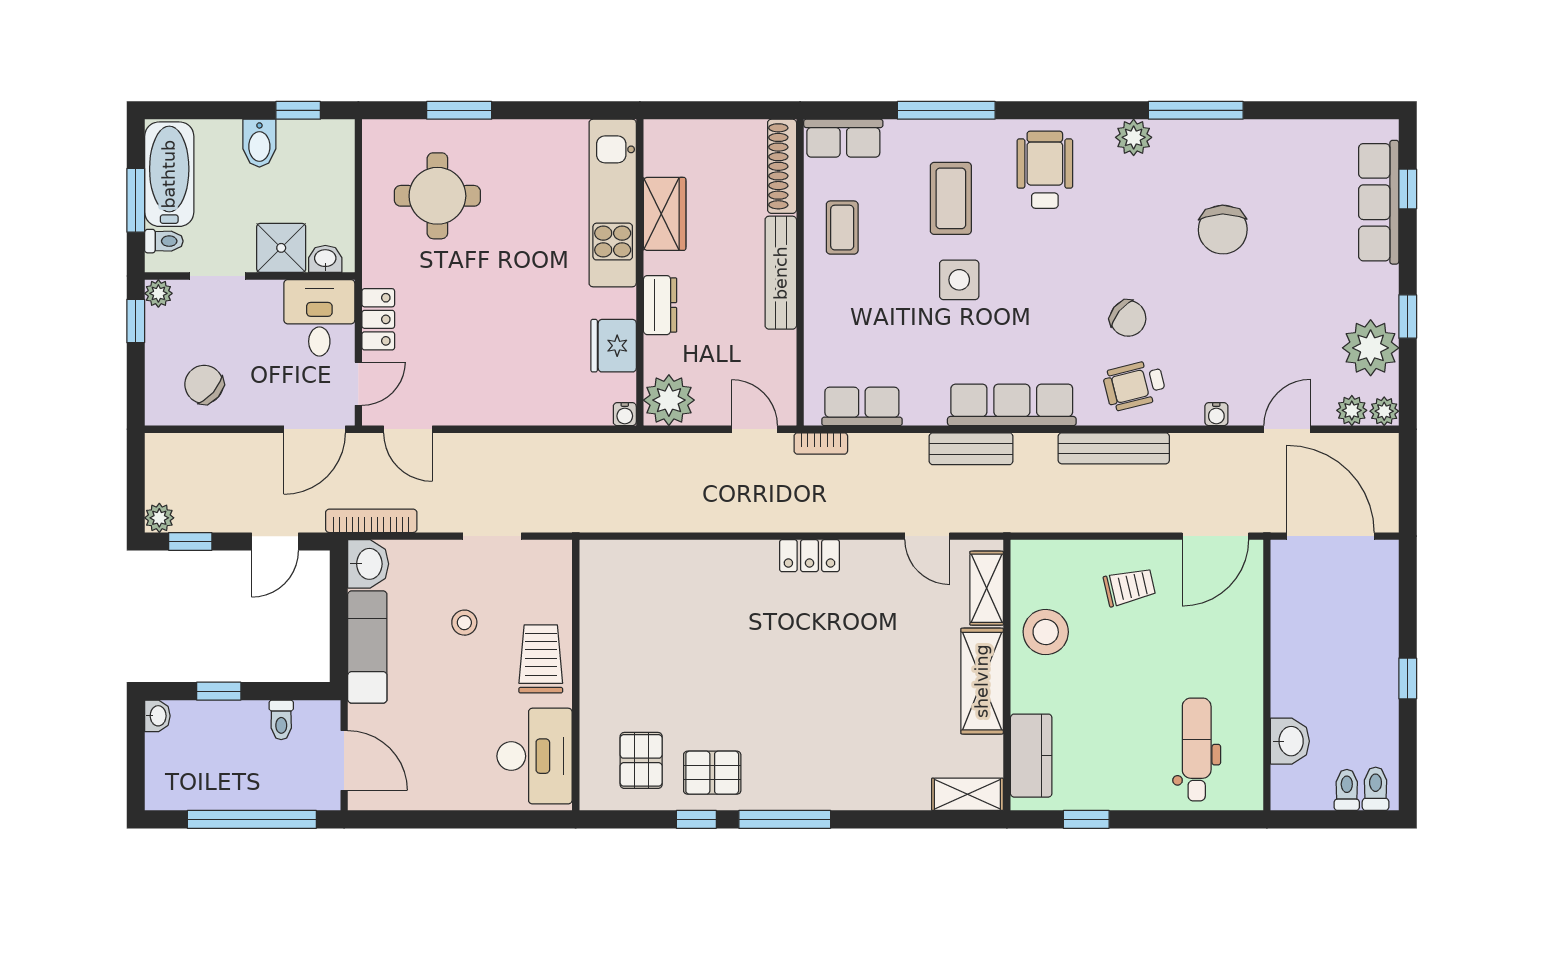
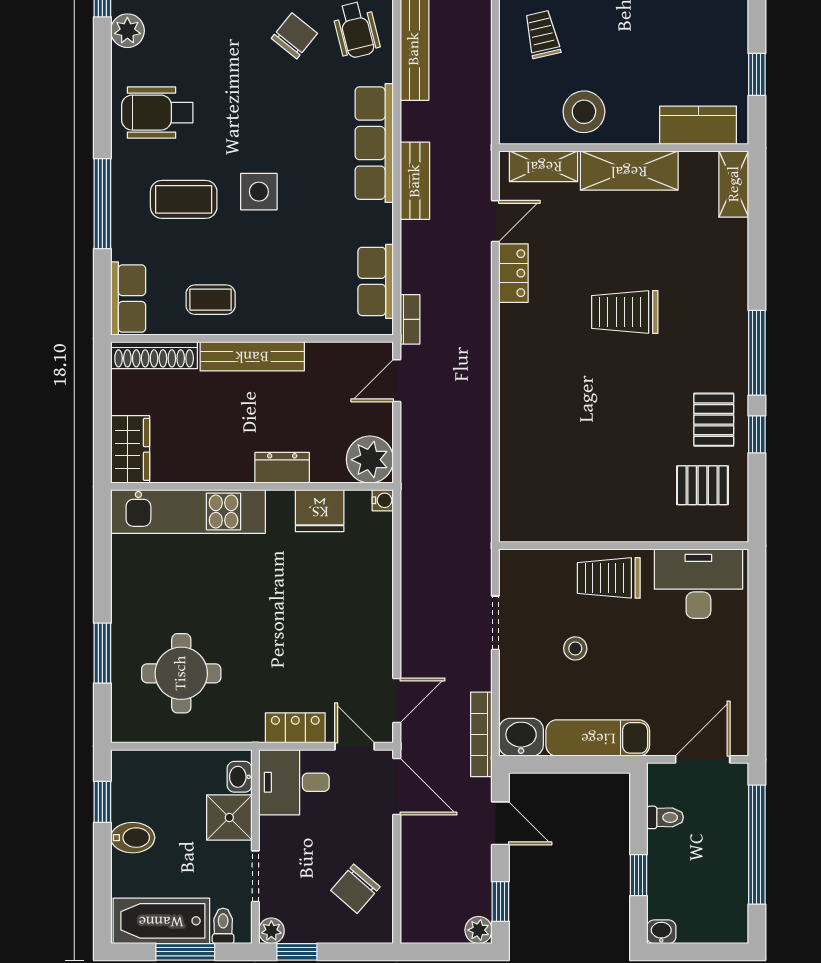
wardrobe: (665, 214) -> (130, 449), moved, turned 90
locker: (809, 556) -> (513, 273), moved
trolley: (829, 676) -> (625, 312), added

